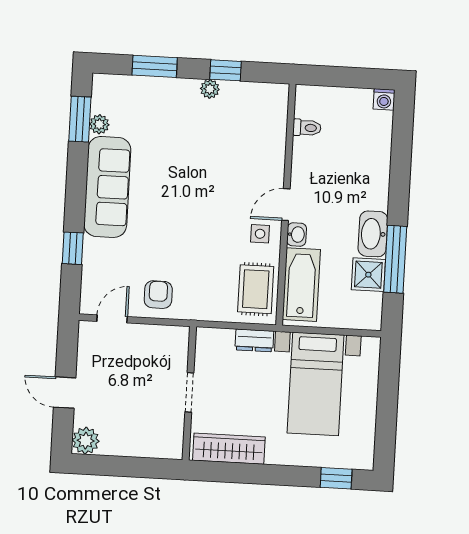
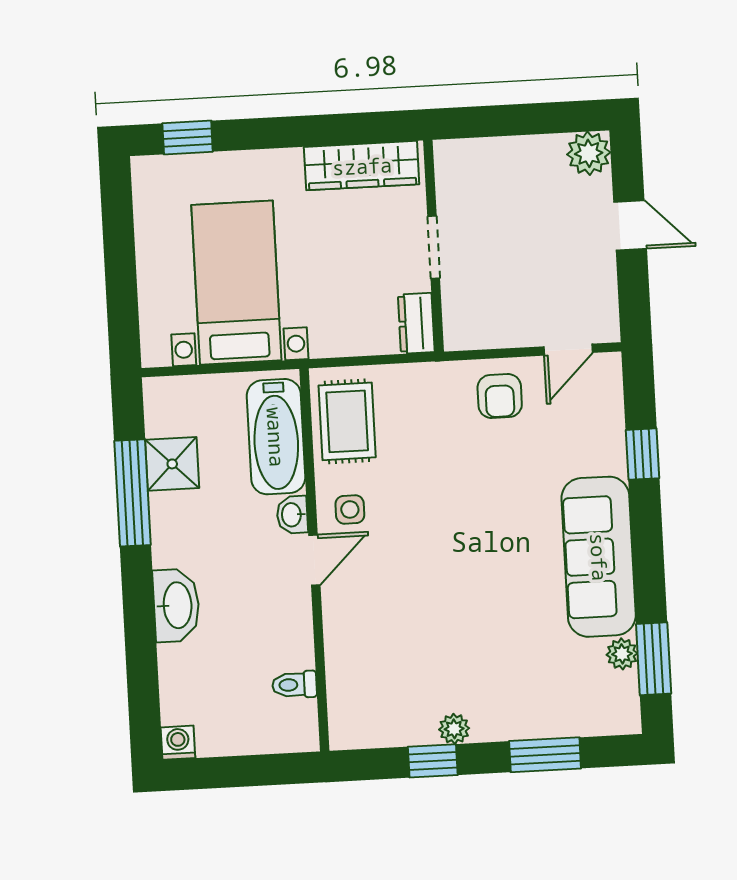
washbasin: (373, 234) -> (176, 605), moved
dresser: (254, 340) -> (416, 323), moved, turned -90

